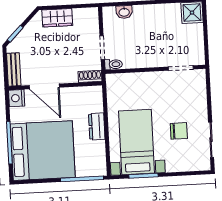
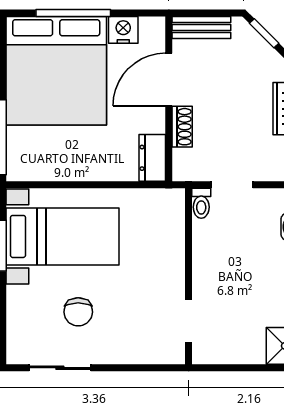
shoe rack: (90, 76) -> (182, 127), moved
nightstand: (17, 98) -> (123, 30), moved
dresser: (97, 126) -> (152, 158), moved, turned -90

